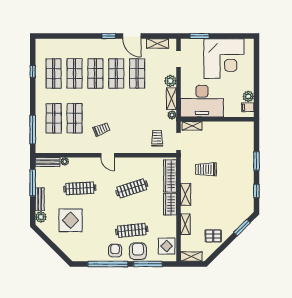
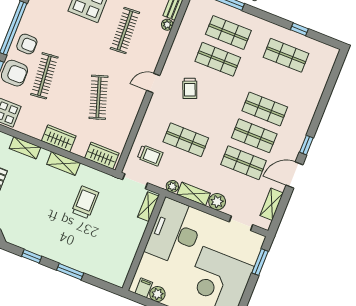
shop shelf: (75, 73) -> (186, 140), moved
wardrobe: (170, 176) -> (102, 156), width x0.67

